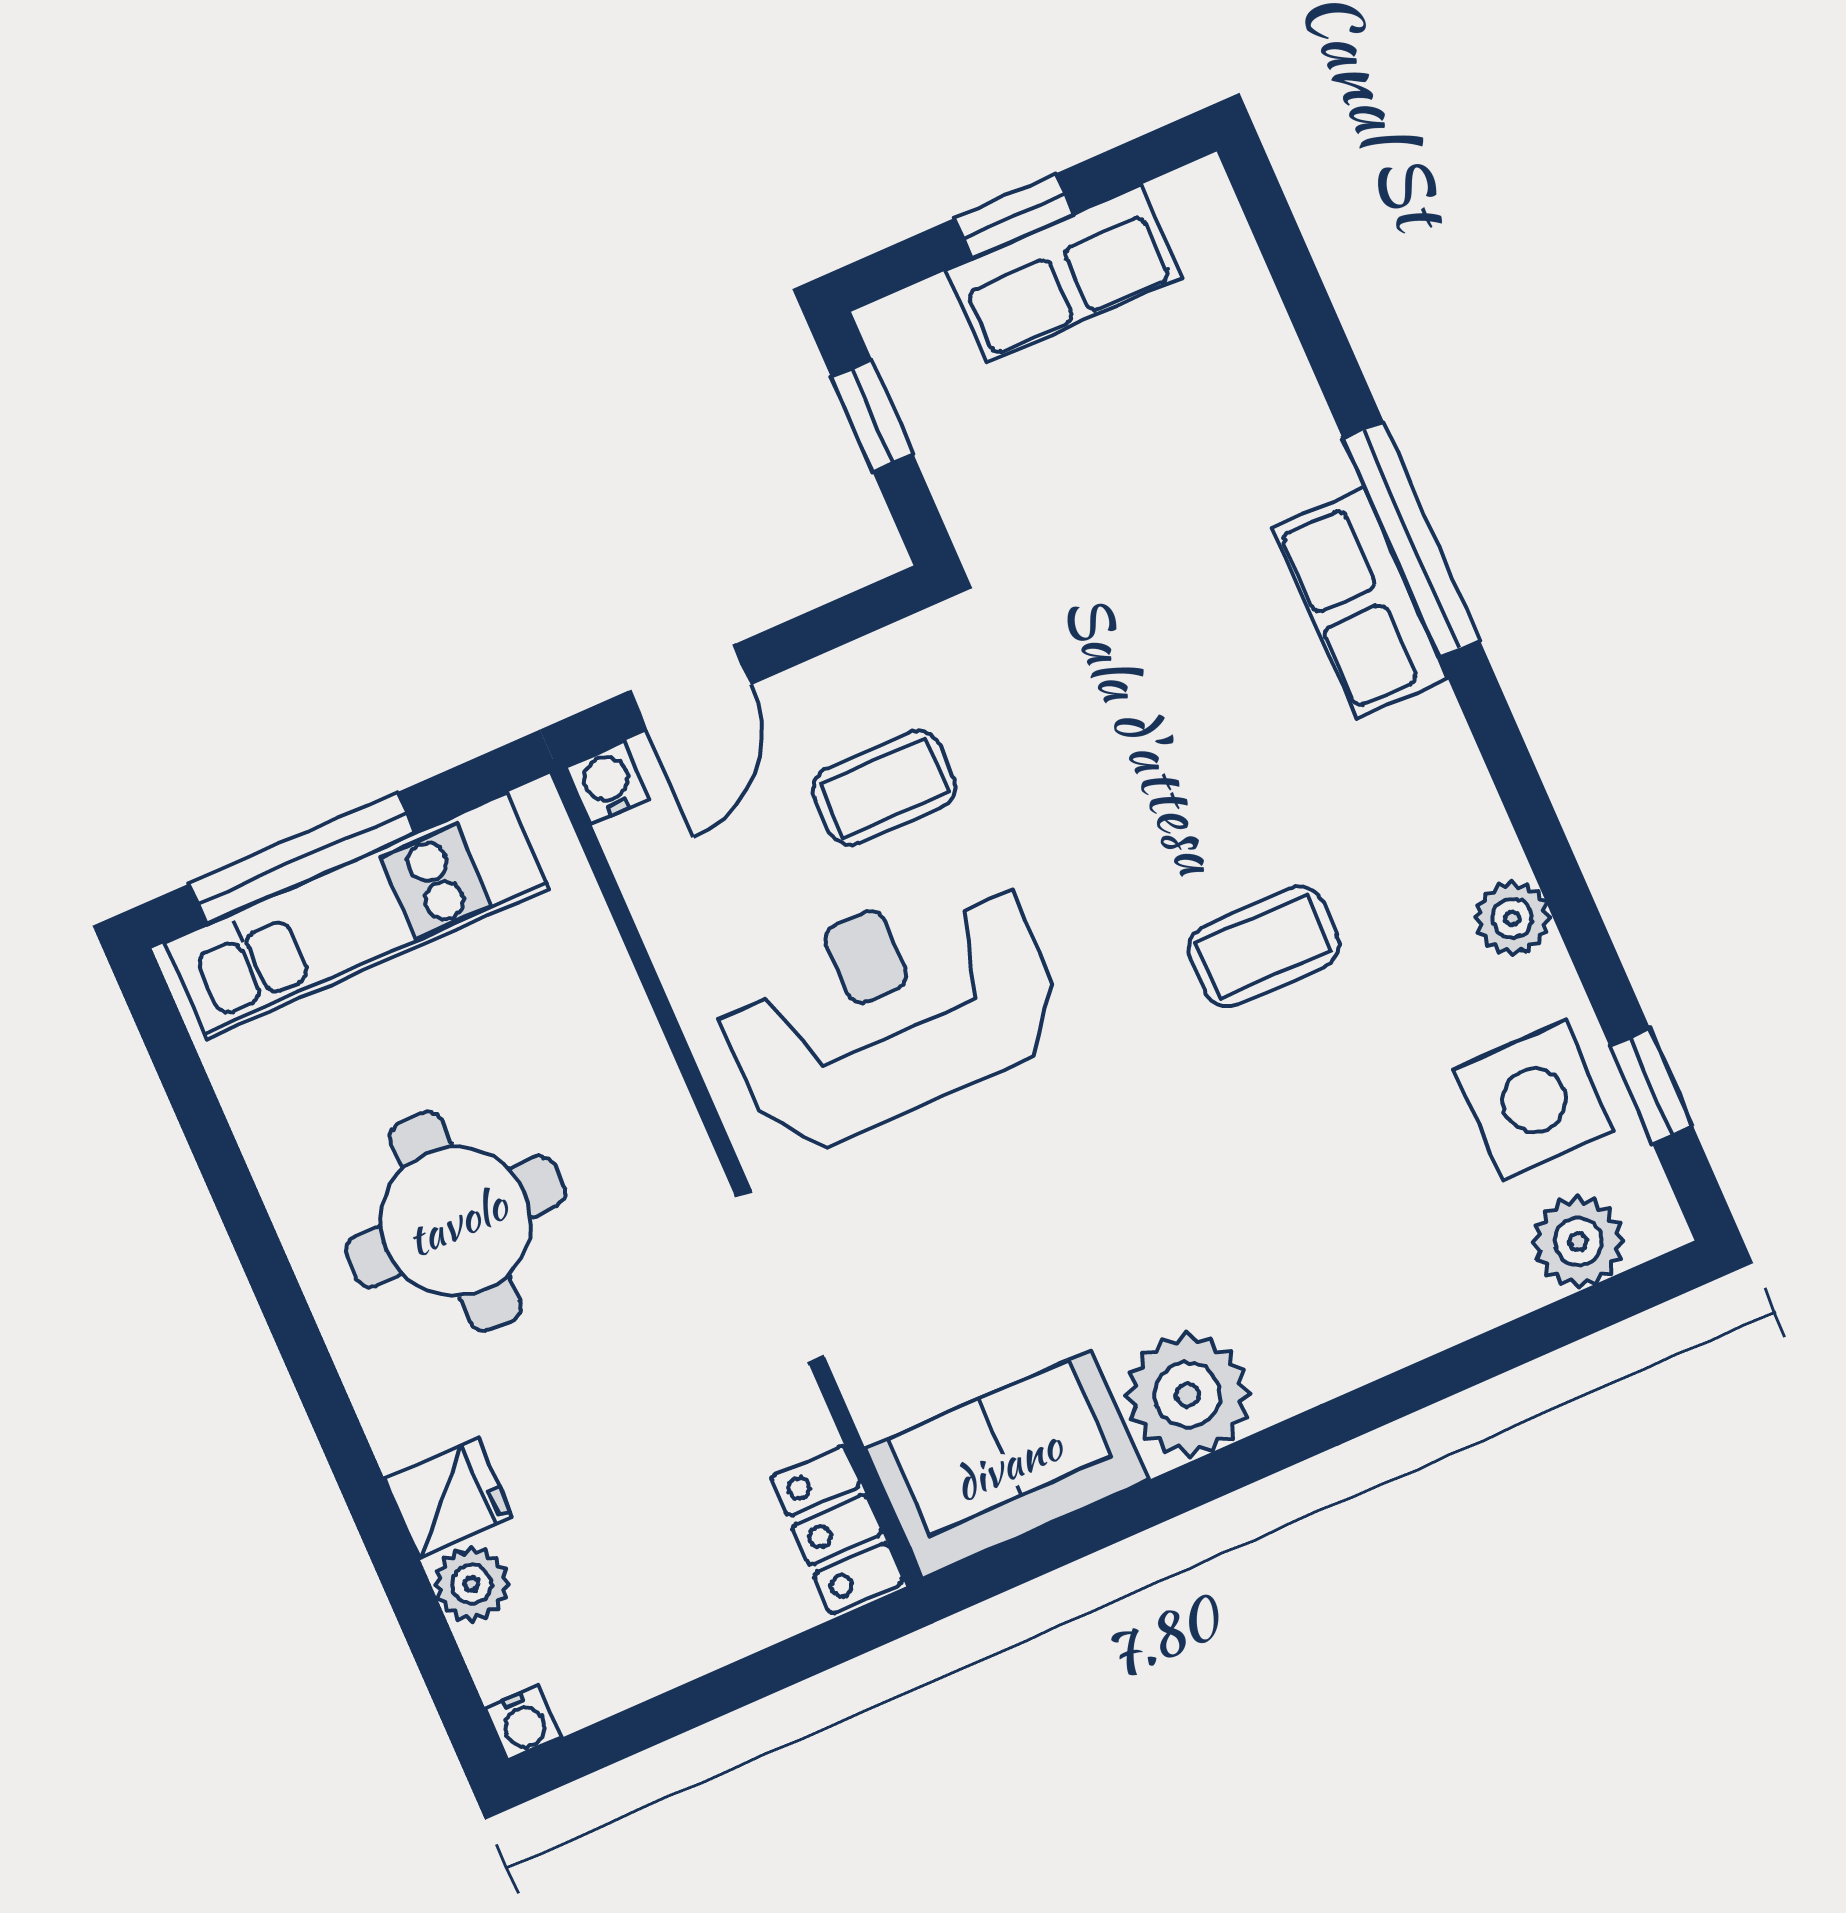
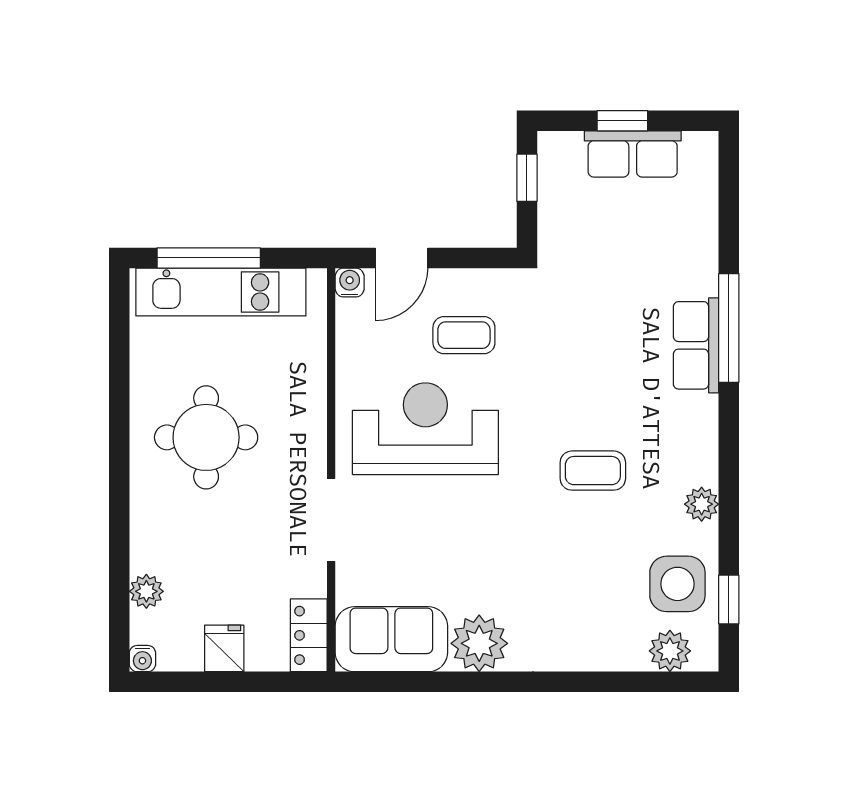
fridge: (449, 1498) -> (224, 648), moved, turned -90

